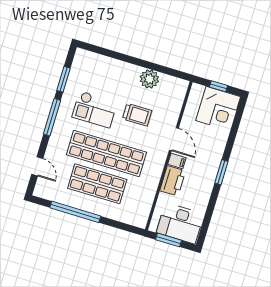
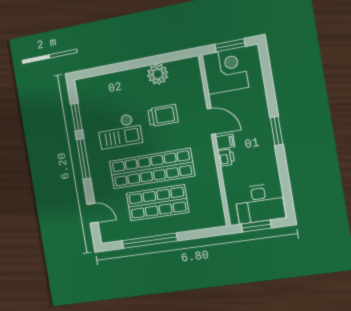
window: (218, 86) -> (230, 45), width x1.50
corner desk: (218, 109) -> (225, 71), moved, turned -90
printer: (173, 181) -> (226, 158), width x0.53, depth x0.68

